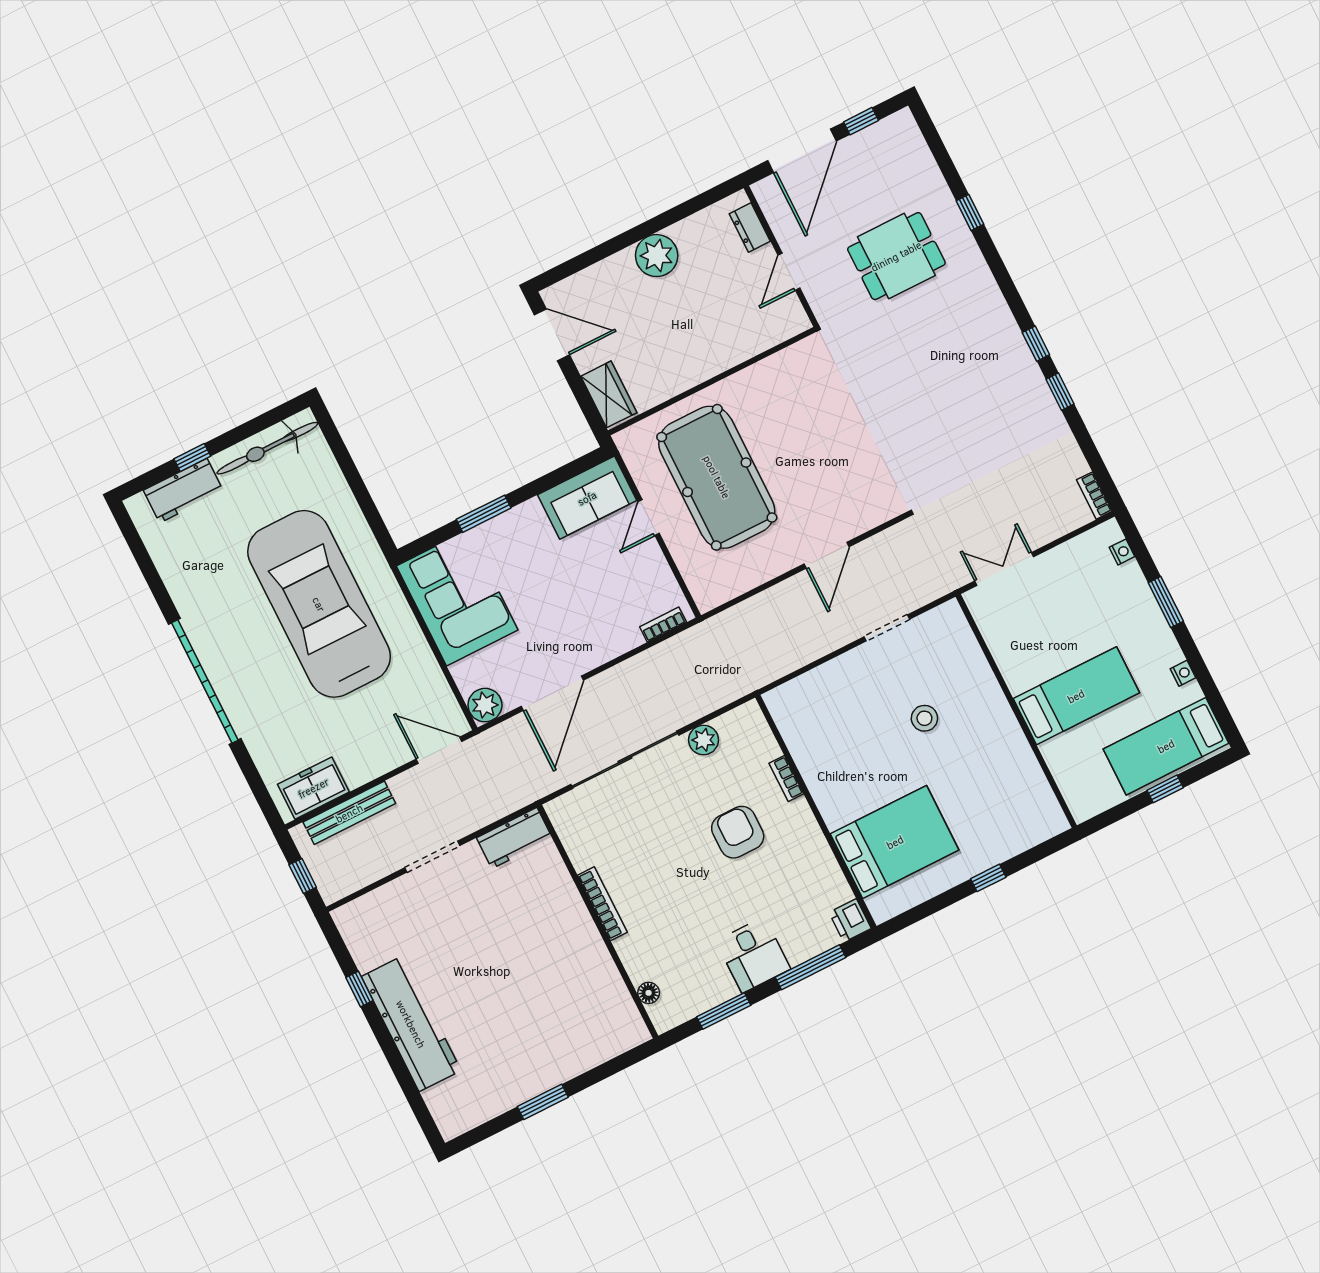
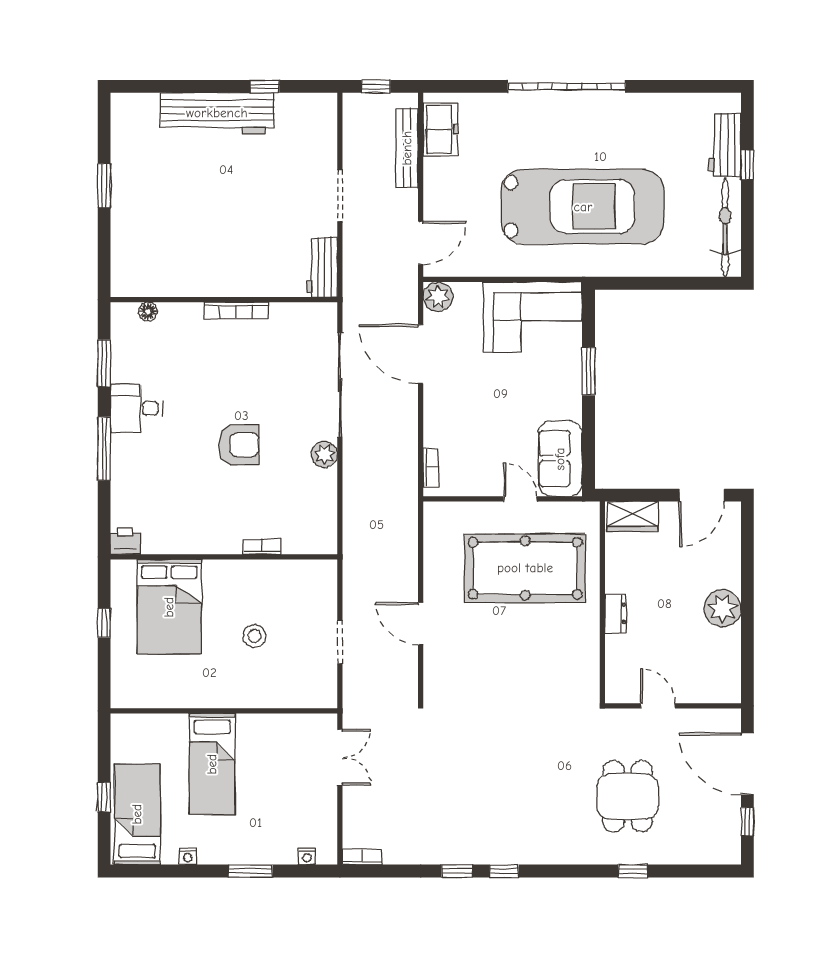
dresser: (750, 227) -> (616, 613), moved, turned 90
bookcase: (786, 778) -> (262, 547), moved
wall: (816, 812) -> (224, 557), moved
bed: (895, 842) -> (169, 607), moved
printer: (850, 920) -> (125, 541), moved

